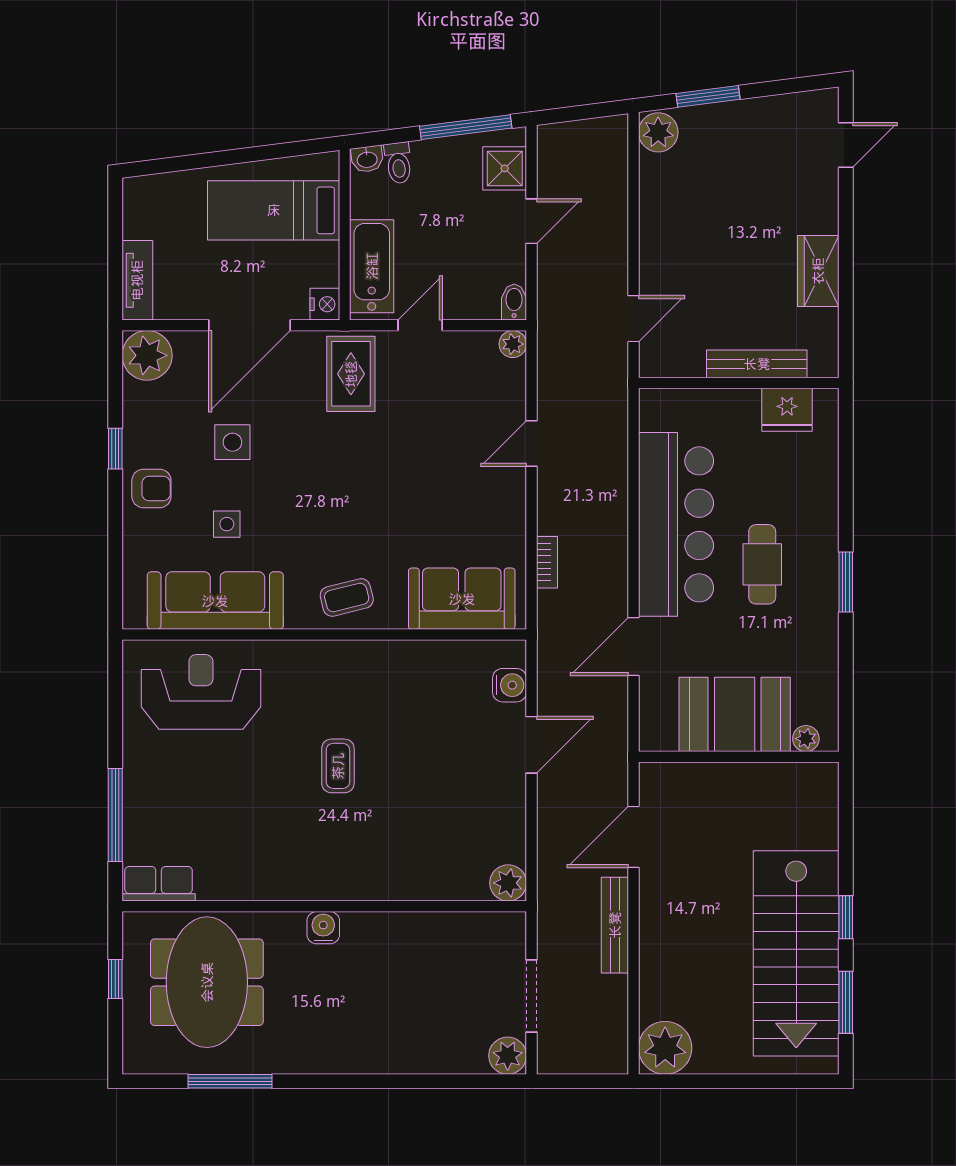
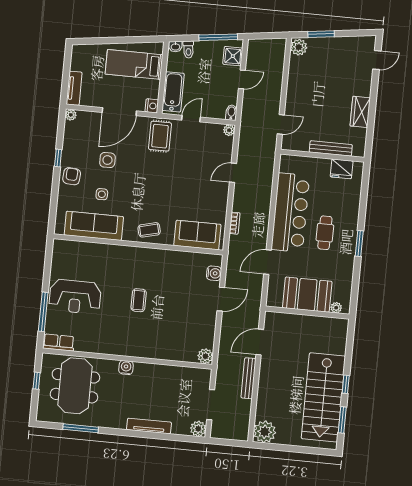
plant: (147, 355) -> (71, 115), width x0.53, depth x0.53
armchair: (151, 488) -> (72, 176), turned -86
reception desk: (201, 692) -> (75, 297), moved, turned 180
tv unit: (391, 1060) -> (149, 426), added

